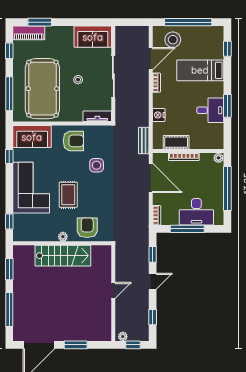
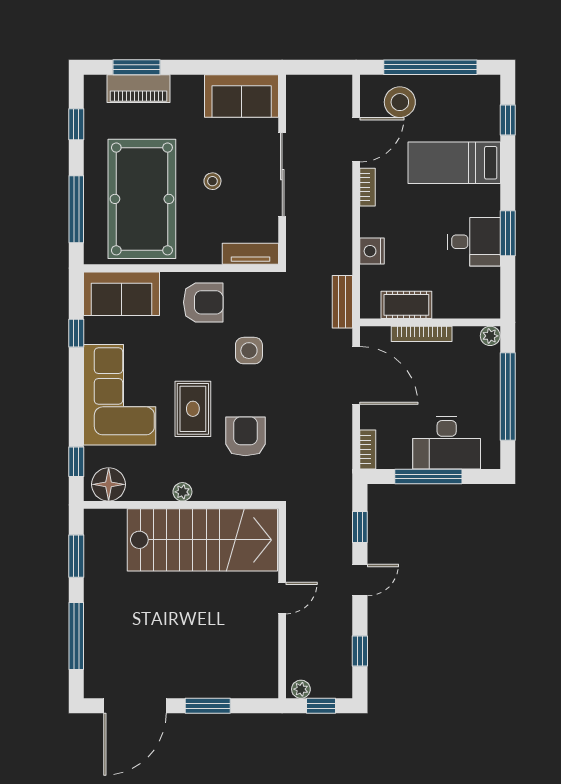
piano: (29, 33) -> (139, 89), moved
armchair: (87, 228) -> (245, 436), moved
floor lamp: (26, 233) -> (109, 484), added
stairs: (63, 256) -> (202, 540), width x1.36, depth x1.51

